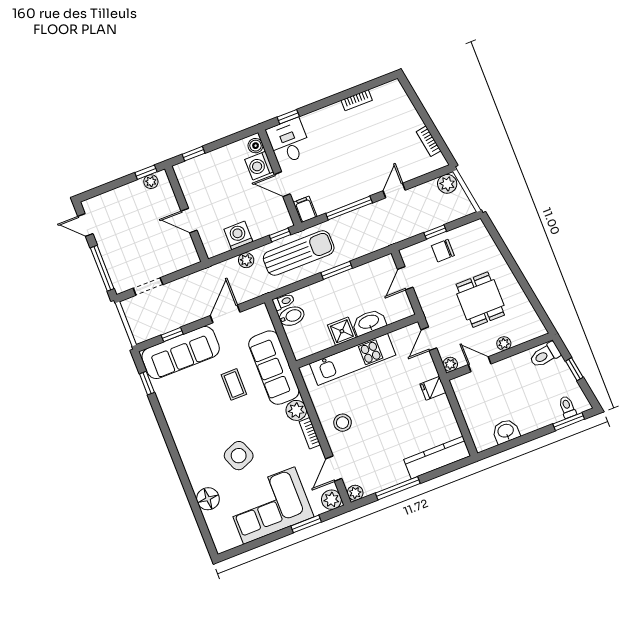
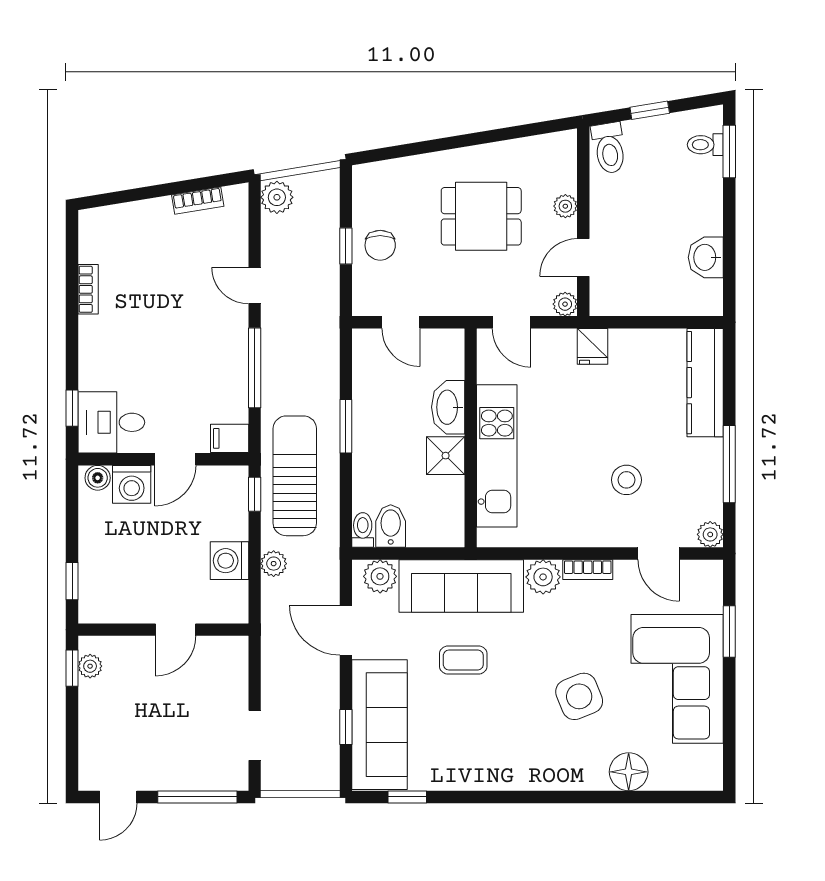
stool: (343, 423) -> (626, 480), moved
plant: (331, 500) -> (380, 576), moved

